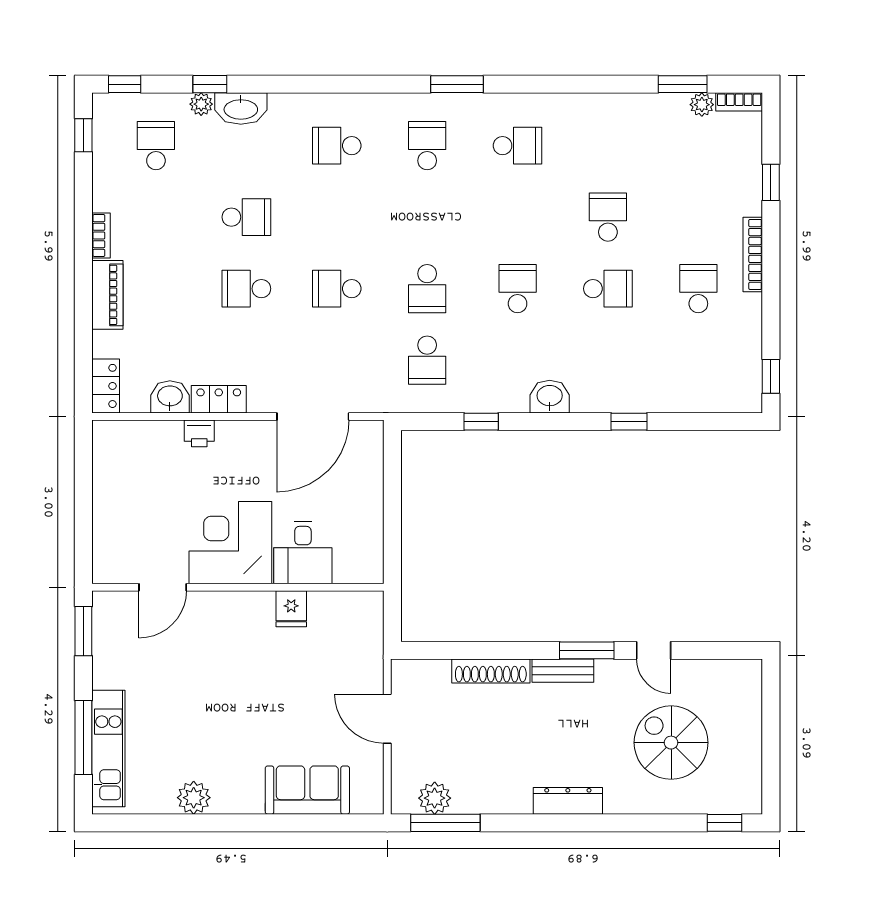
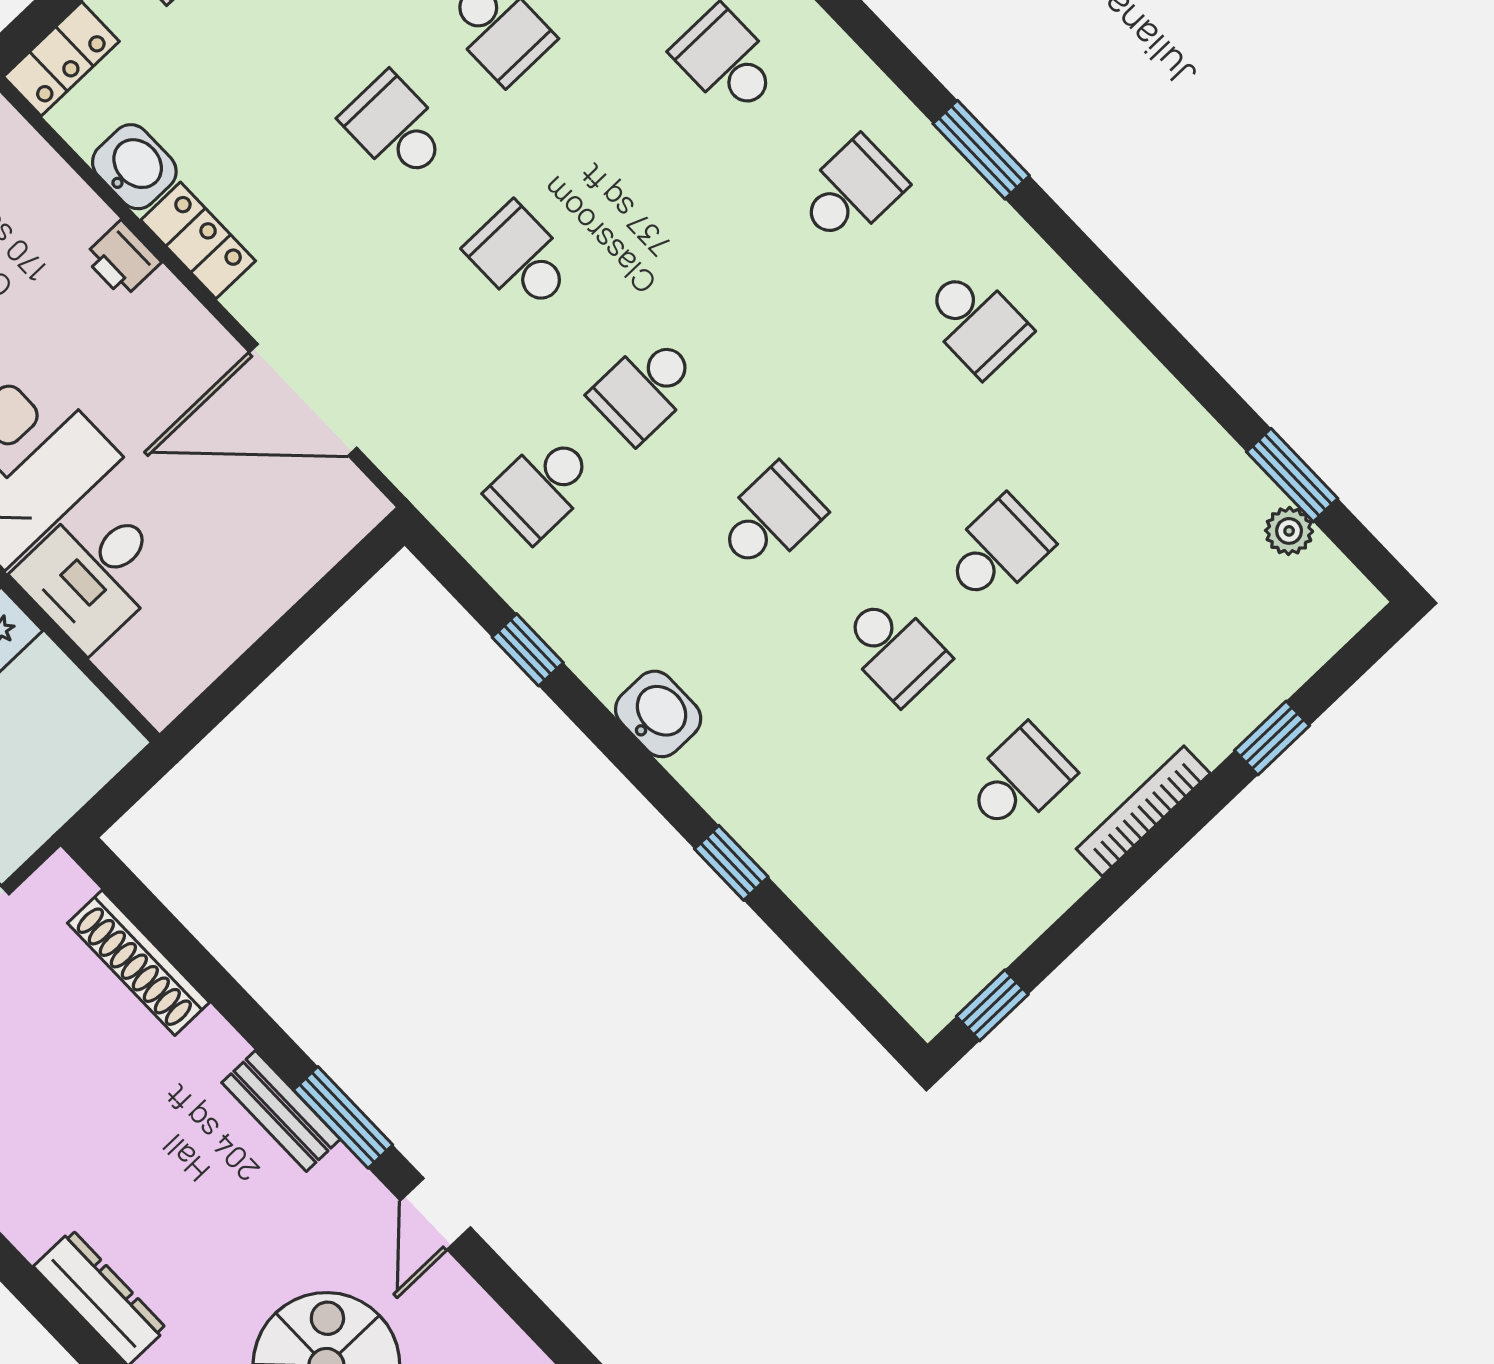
bookcase: (739, 102) -> (1344, 581), removed
shoe rack: (491, 671) -> (138, 963), moved

